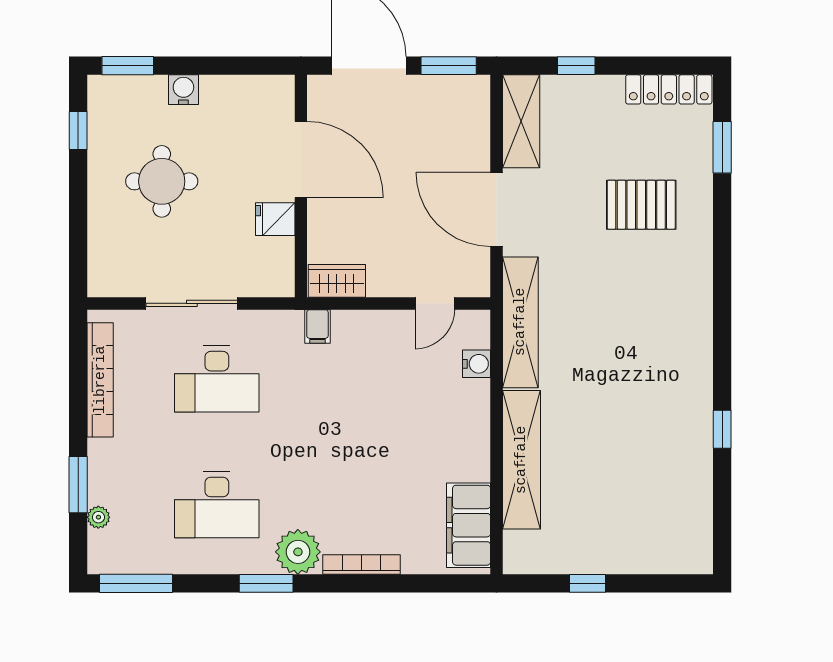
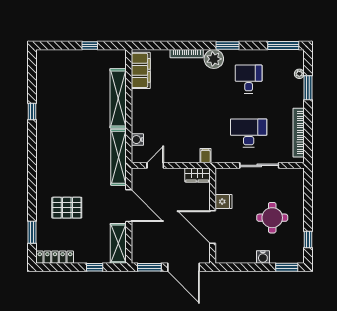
desk: (217, 505) -> (249, 79), width x0.73

